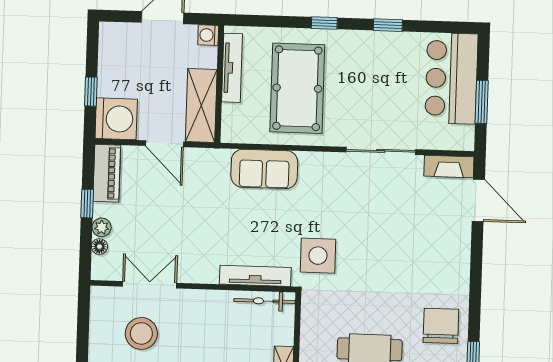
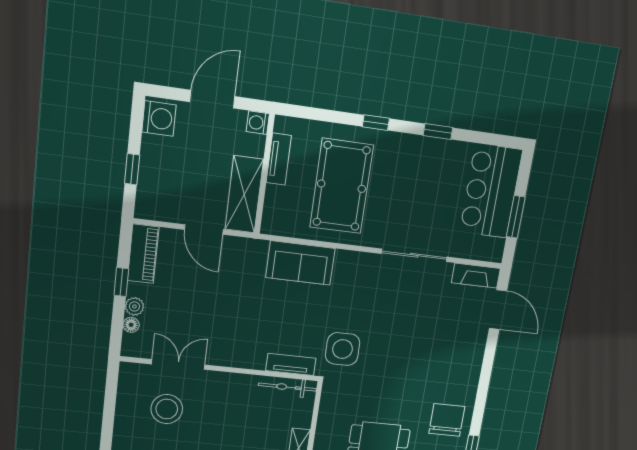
tv unit: (232, 68) -> (279, 159), width x0.71
washing machine: (116, 119) -> (159, 118), moved, width x0.73, depth x0.73
tv unit: (255, 276) -> (291, 364), width x0.71

